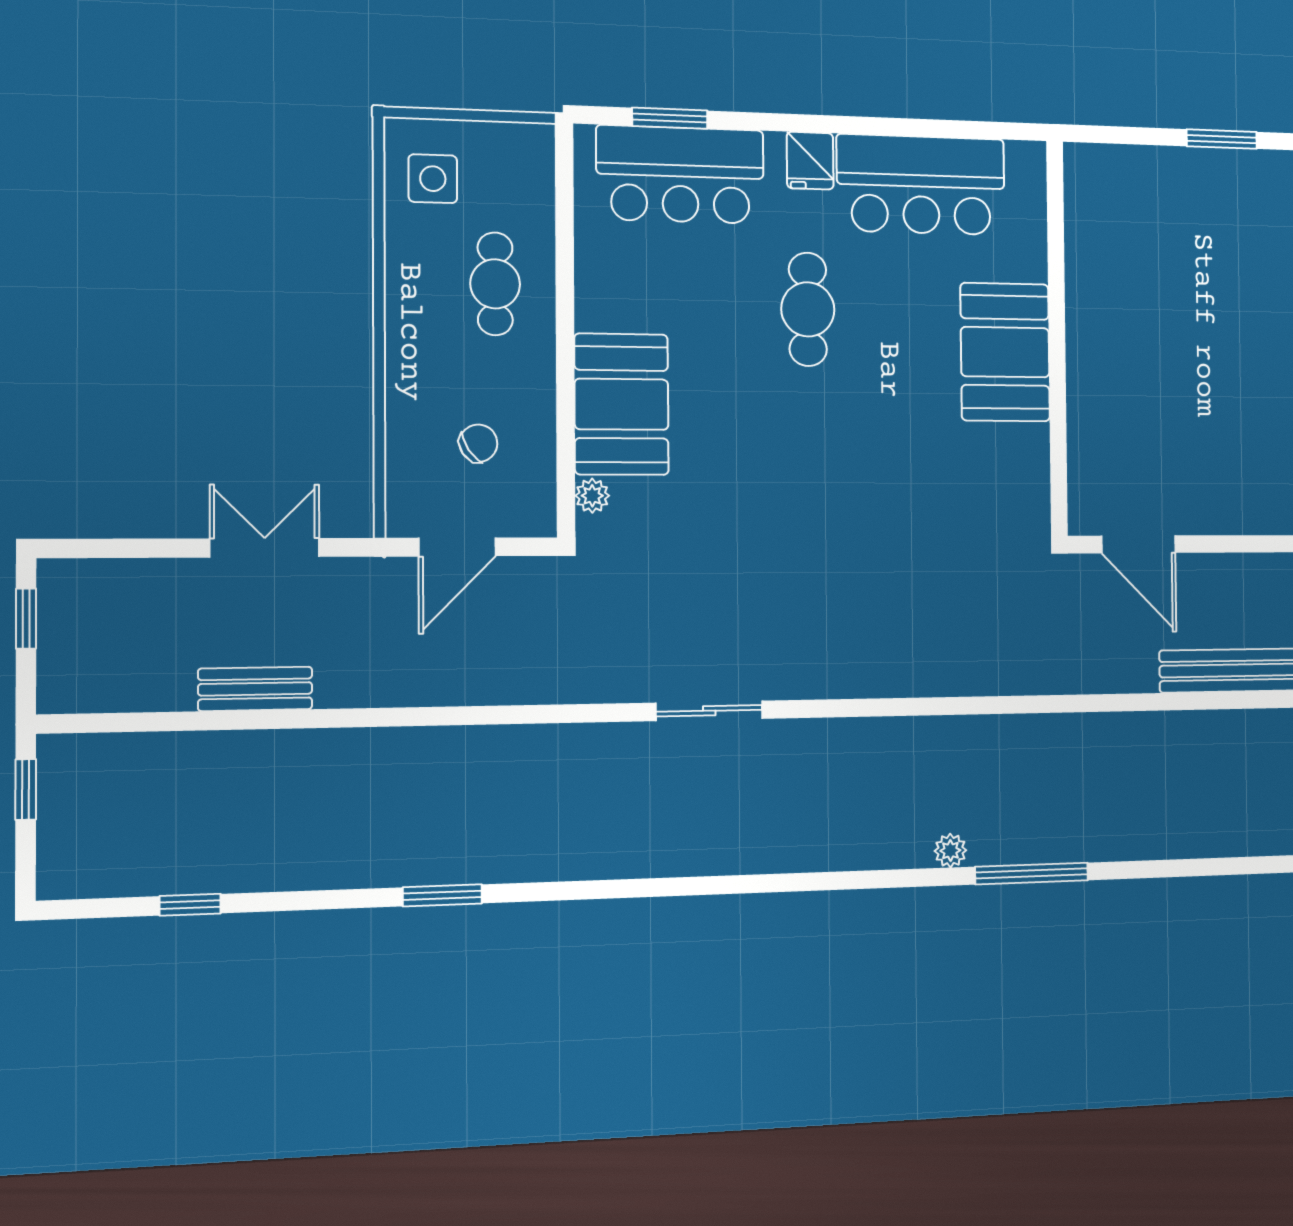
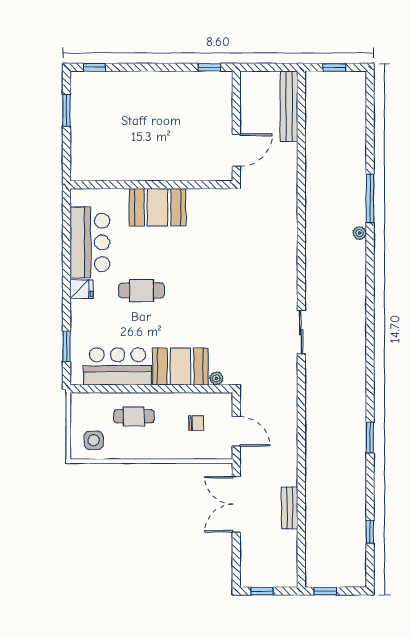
bar counter: (680, 175) -> (117, 366), moved, turned -90
chair: (478, 443) -> (196, 423), turned 124
double door: (265, 548) -> (236, 504), width x1.37

